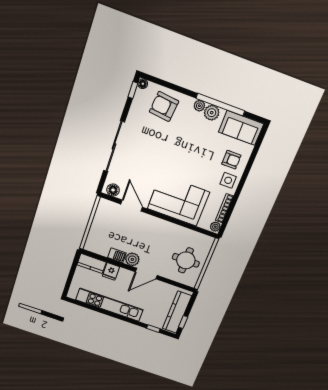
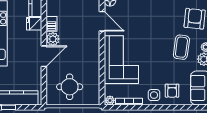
coffee table: (189, 133) -> (181, 47), added
door: (132, 206) -> (102, 21), hinge flipped
door: (146, 274) -> (44, 56), swing flipped

